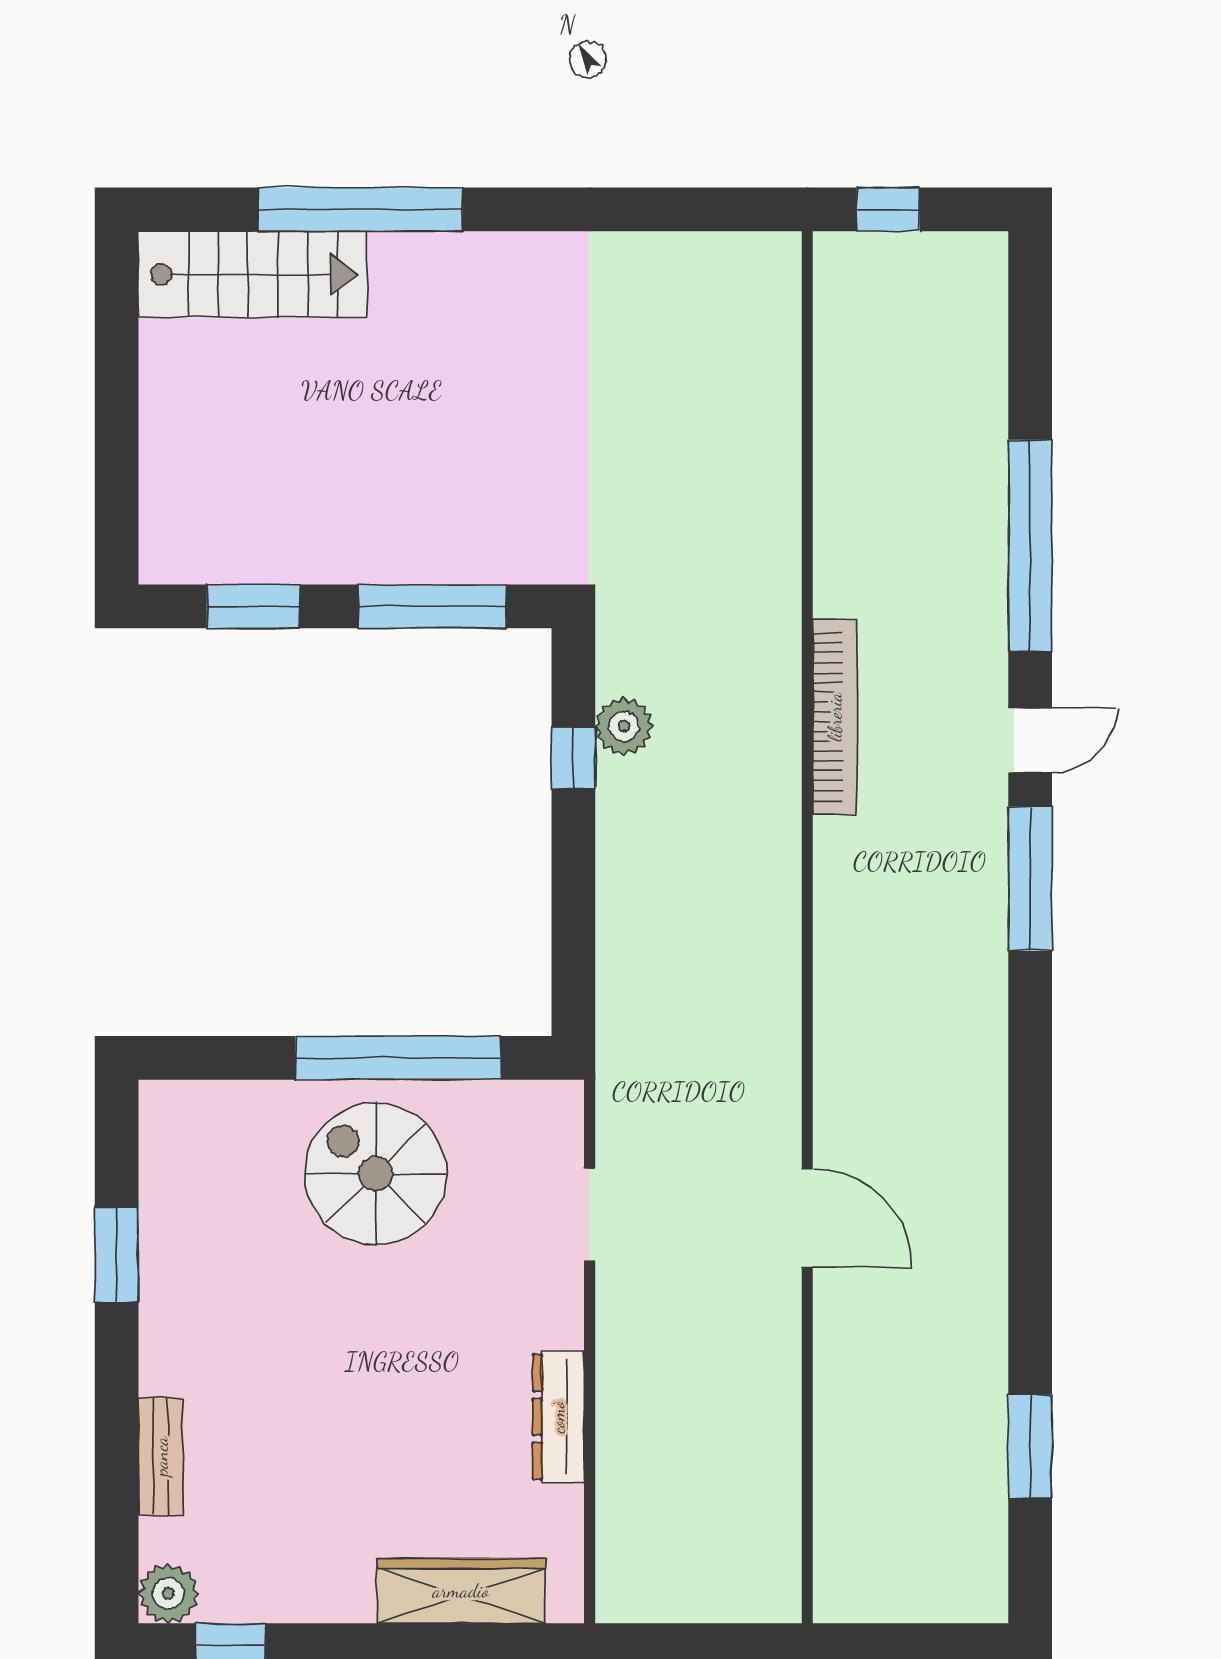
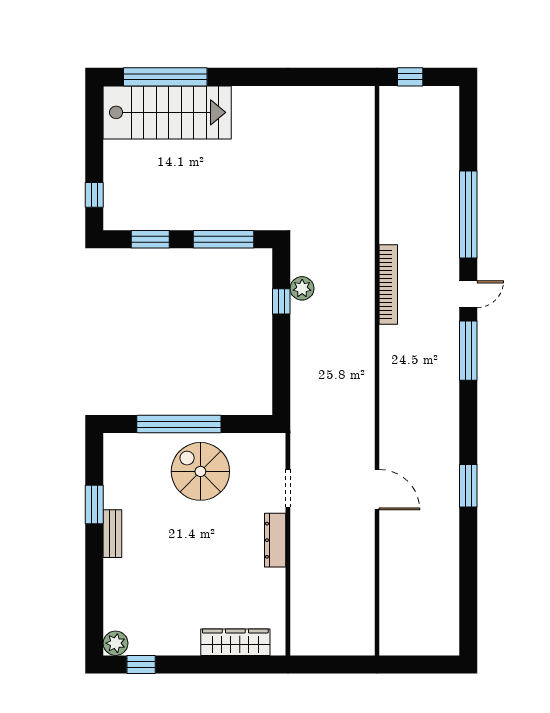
window: (361, 209) -> (165, 77), moved
stairs: (253, 274) -> (167, 112), width x1.36, depth x1.51
window: (117, 498) -> (94, 195), added
window: (398, 1058) -> (179, 424), moved
dresser: (558, 1417) -> (275, 540), moved
window: (1030, 1446) -> (468, 486), moved
bench: (161, 1456) -> (112, 534), moved

